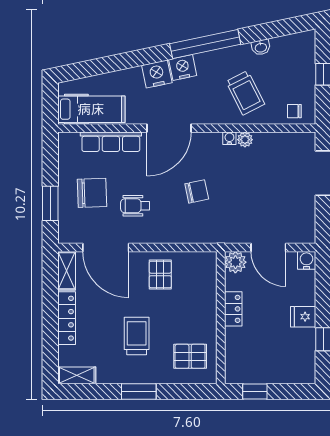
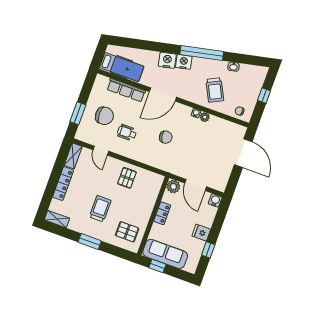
door: (106, 247) -> (101, 151), width x0.53
sofa: (260, 369) -> (165, 254), added

